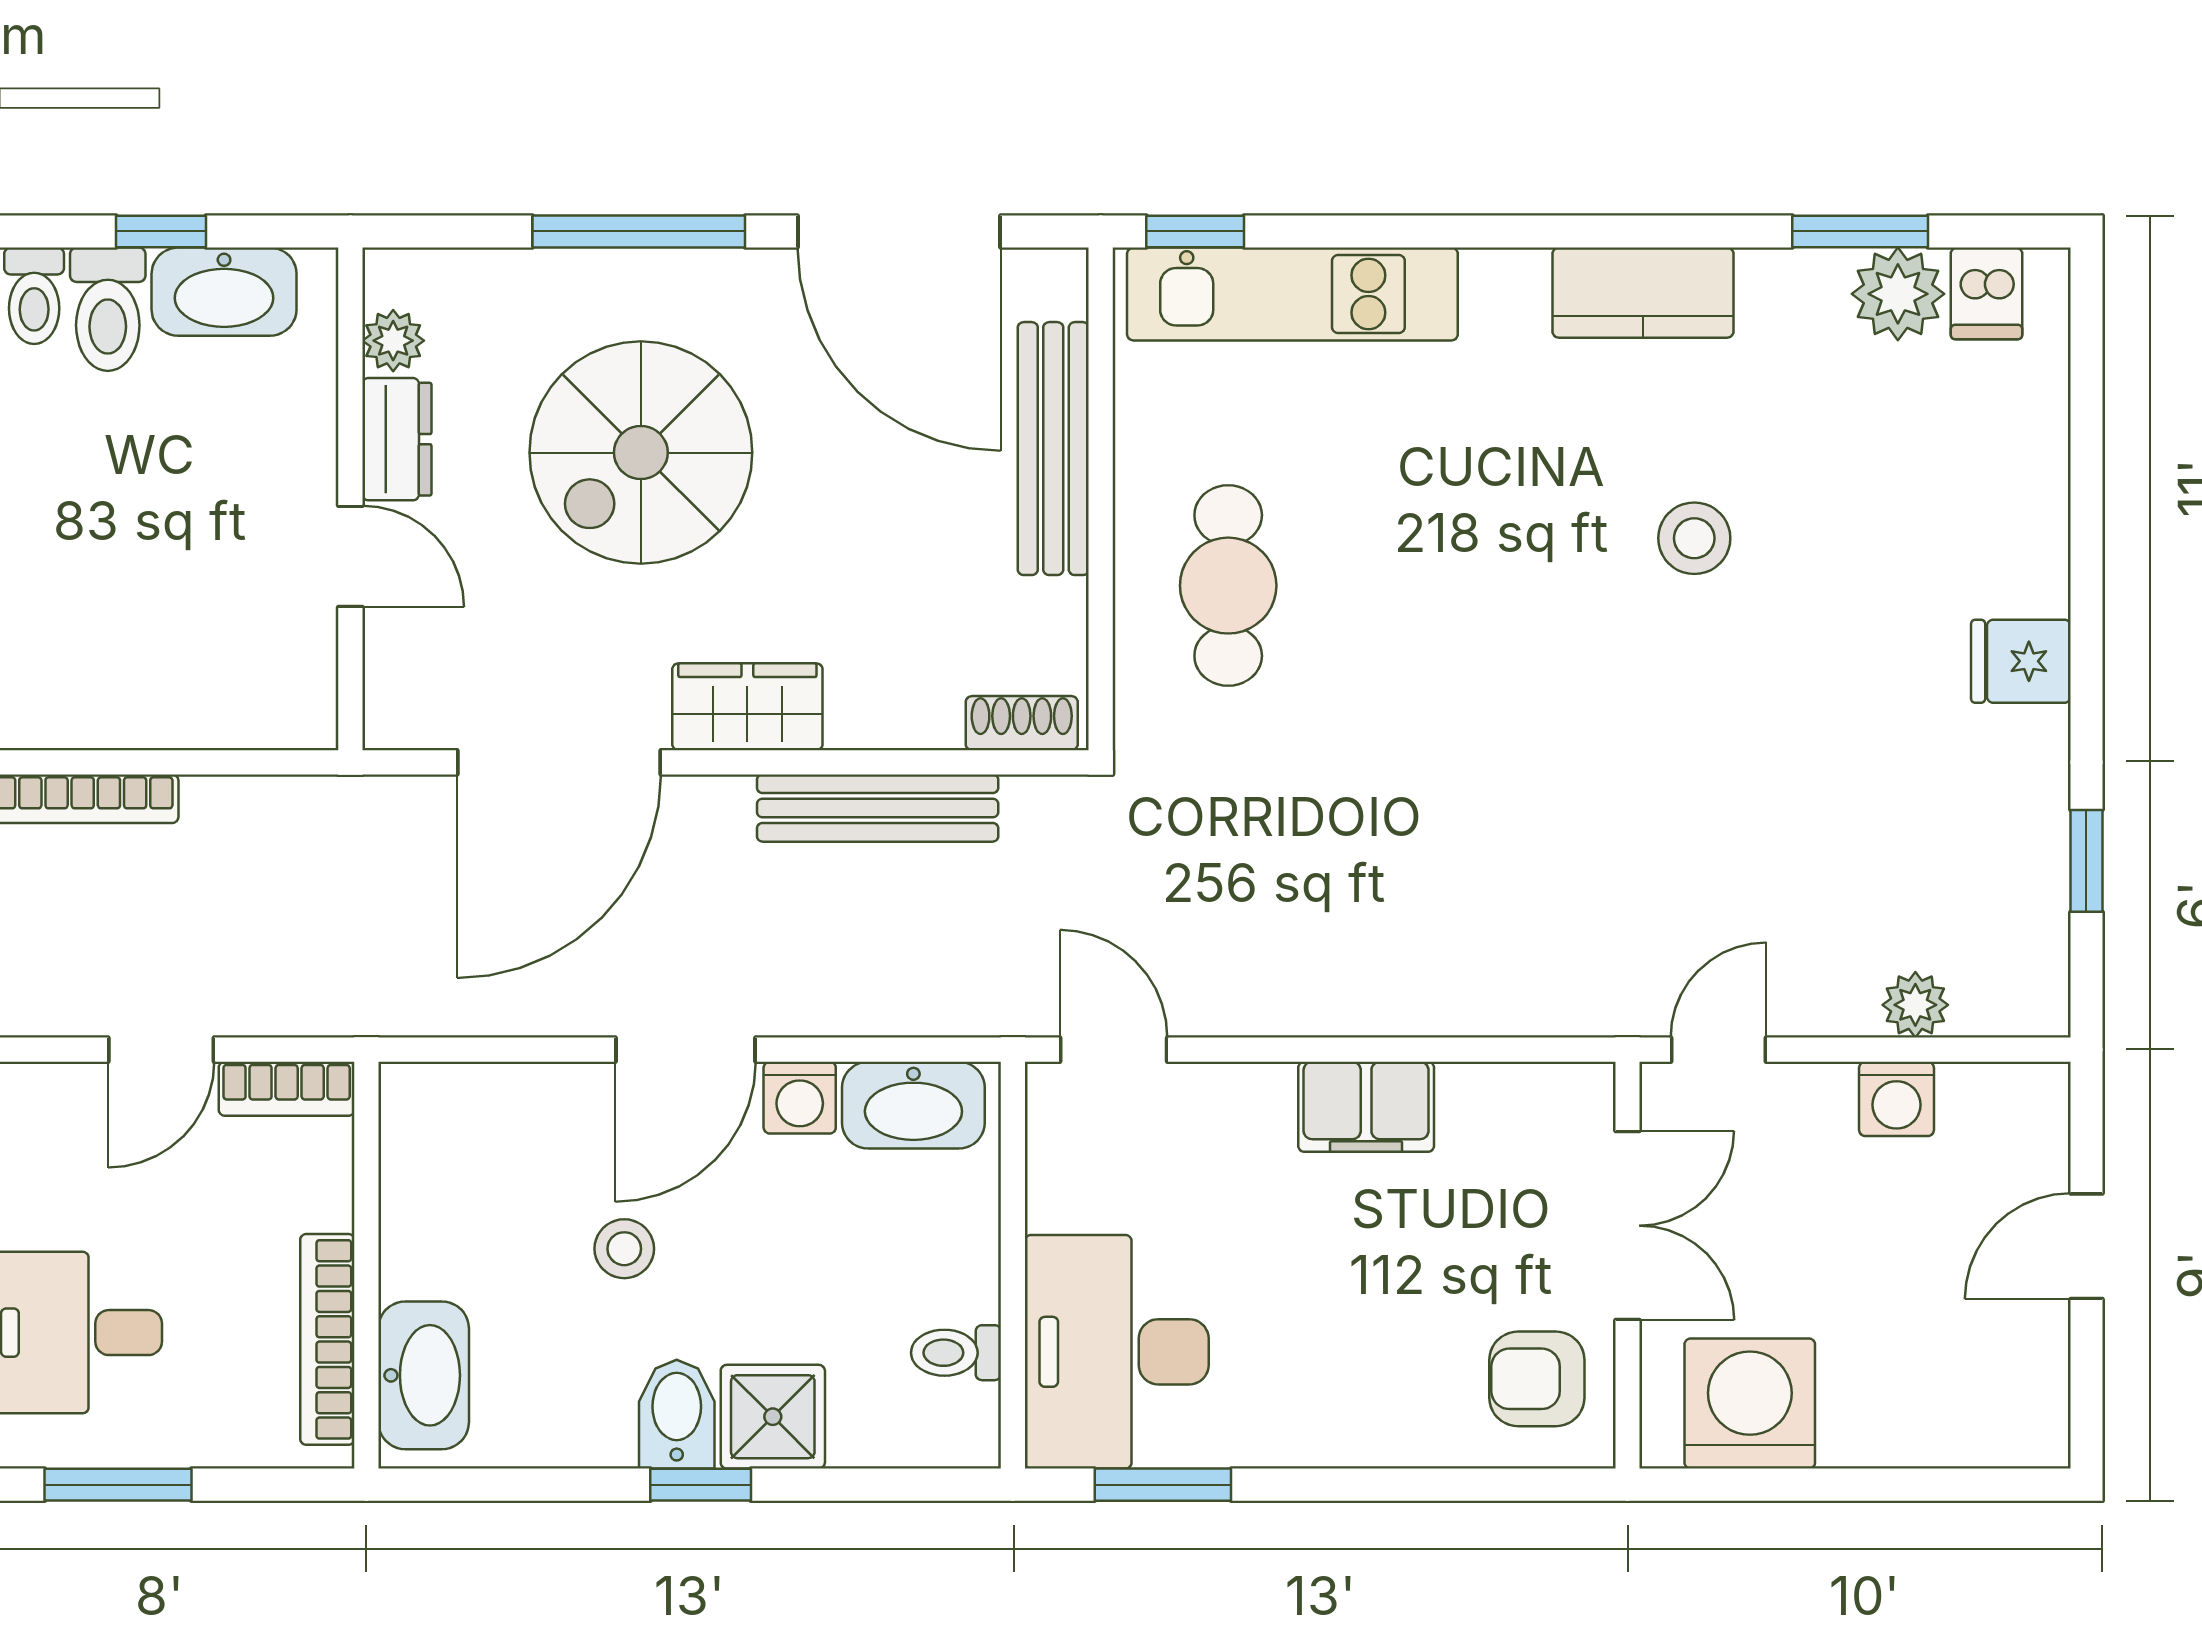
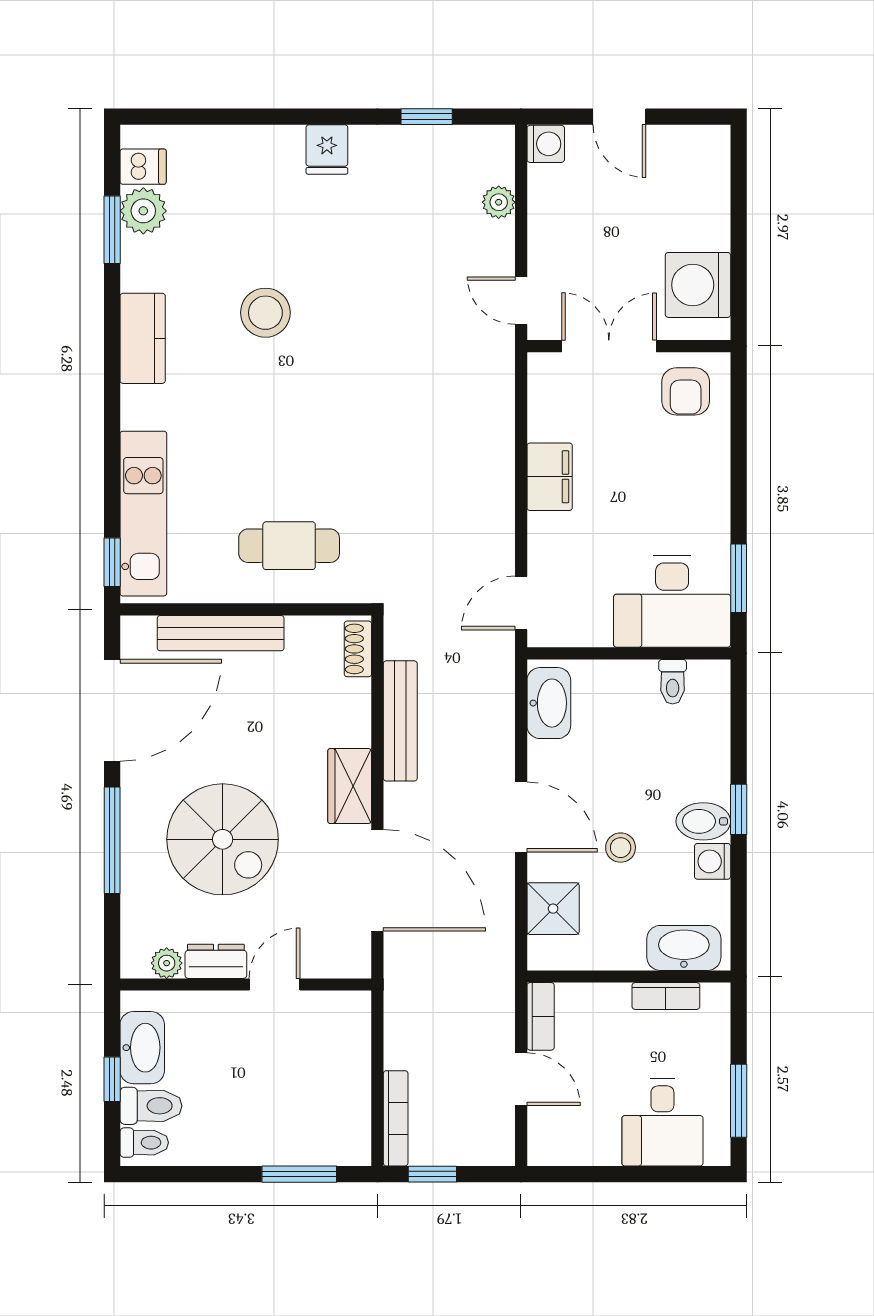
stool: (1694, 538) -> (265, 313), width x1.38, depth x1.38
washing machine: (800, 1098) -> (713, 861), moved, turned 180
washing machine: (1896, 1099) -> (546, 144), moved
bookcase: (327, 1339) -> (666, 996), width x0.64
shower: (773, 1417) -> (553, 909), moved

